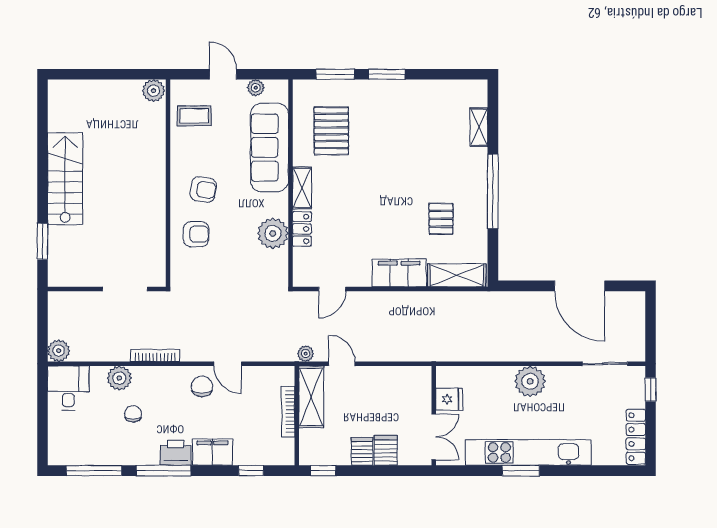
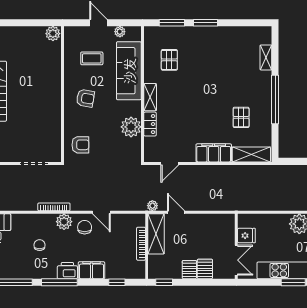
coffee table: (194, 116) -> (92, 58), moved
pallet: (331, 131) -> (169, 60), width x0.67, depth x0.71
armchair: (196, 234) -> (80, 145), moved
plant: (119, 378) -> (64, 222), moved

